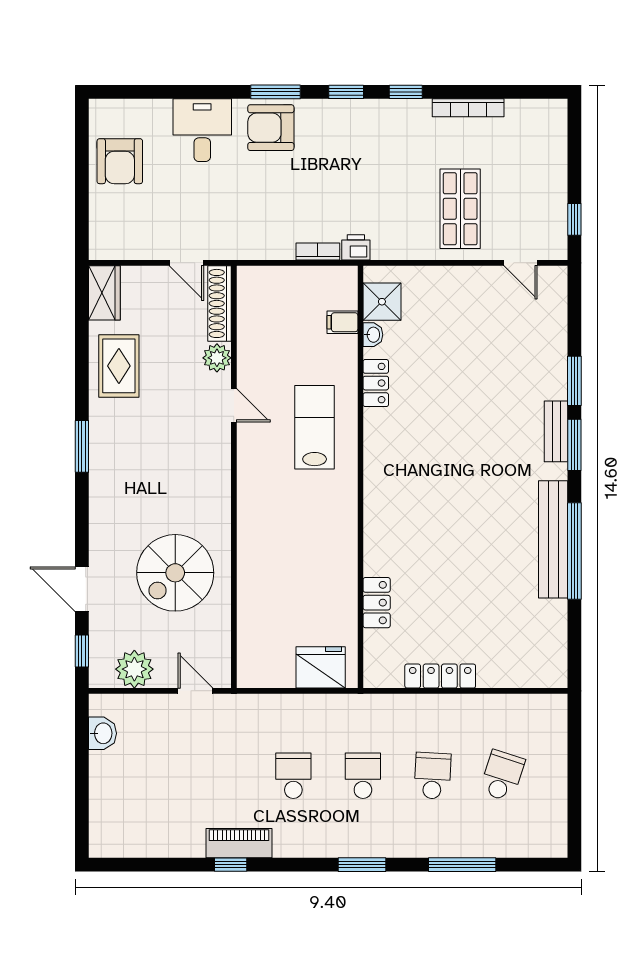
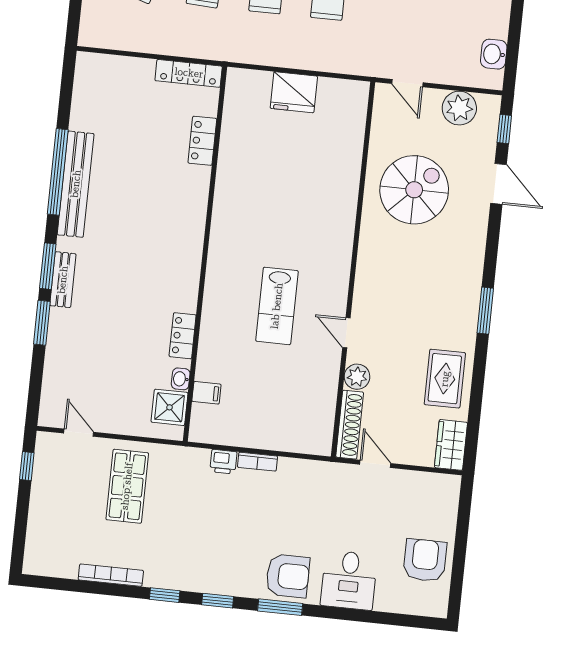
shower: (382, 302) -> (170, 407), moved
filing cabinet: (342, 322) -> (206, 393), moved
washbasin: (373, 335) -> (181, 379), moved
locker: (376, 383) -> (183, 336), moved
wall: (360, 477) -> (205, 254), moved
locker: (377, 603) -> (202, 141), moved

